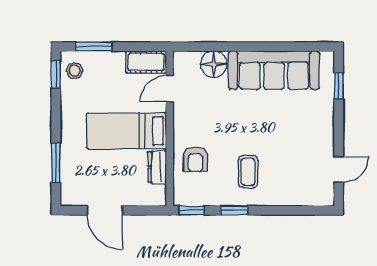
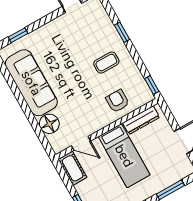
armchair: (195, 159) -> (117, 101), turned -90
dresser: (157, 167) -> (141, 120), width x1.44
window: (234, 210) -> (122, 32), moved

